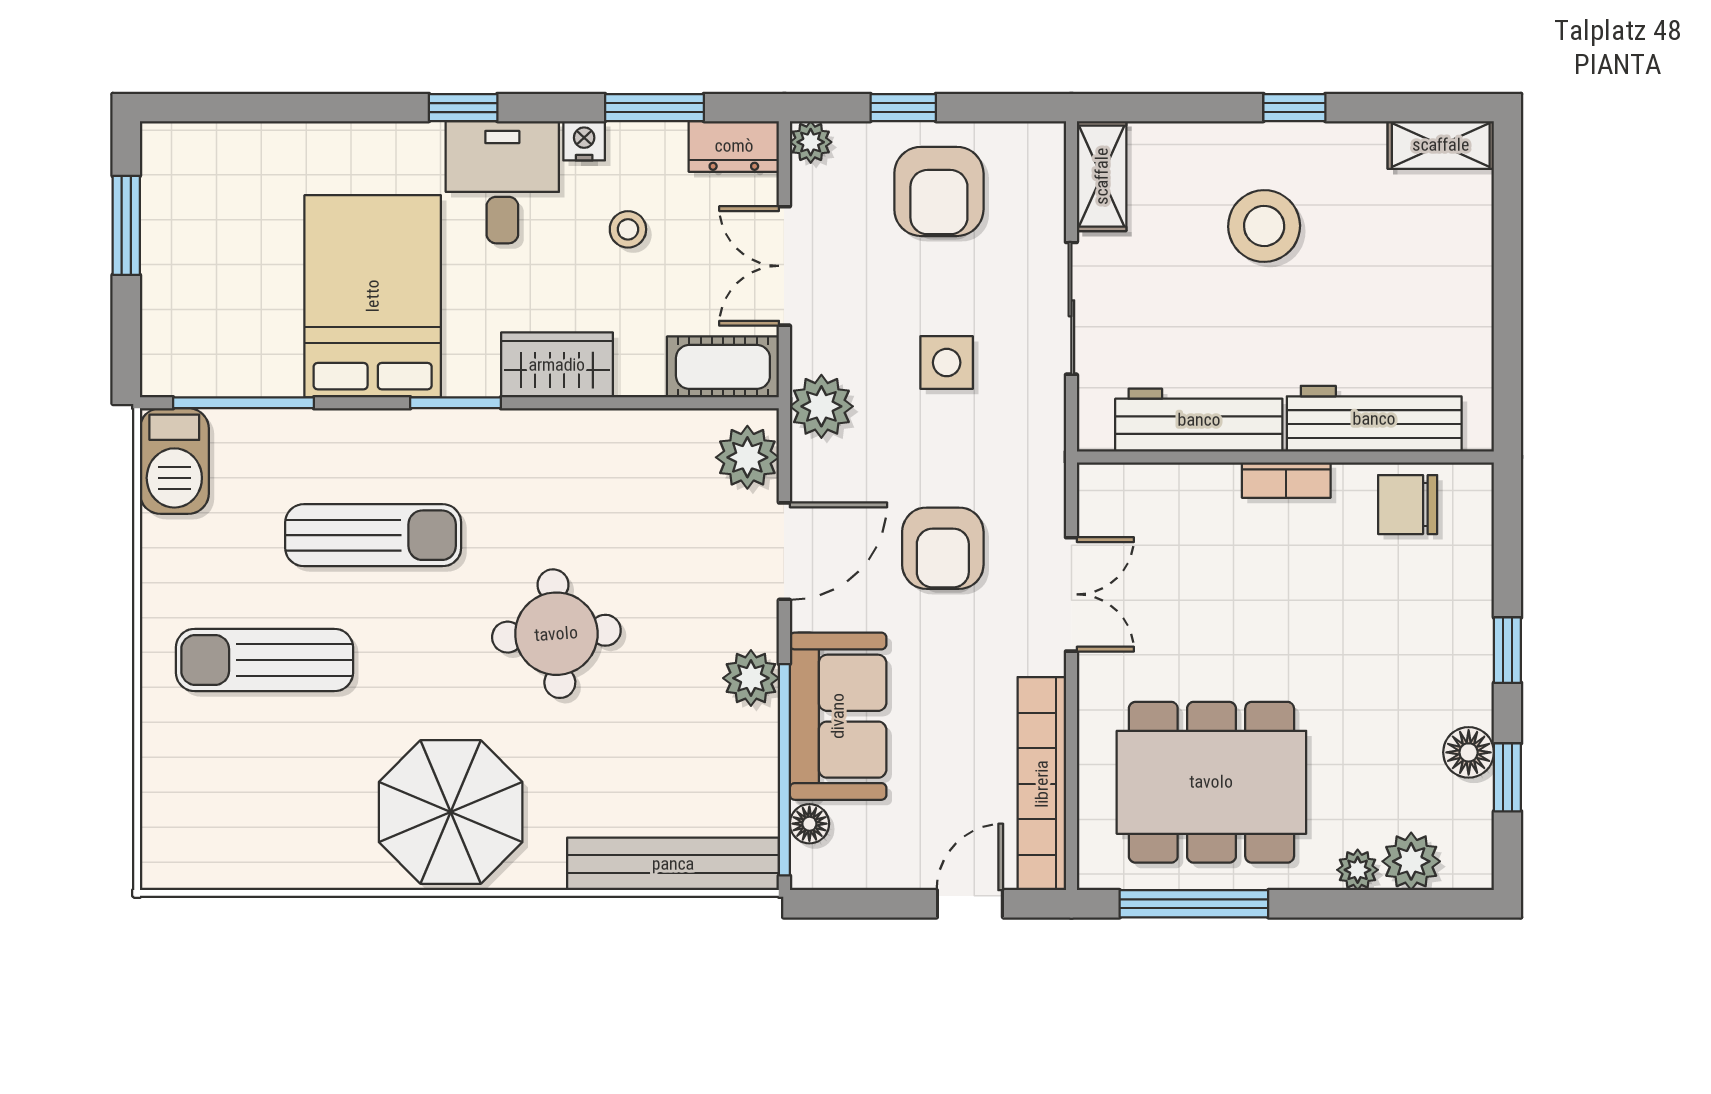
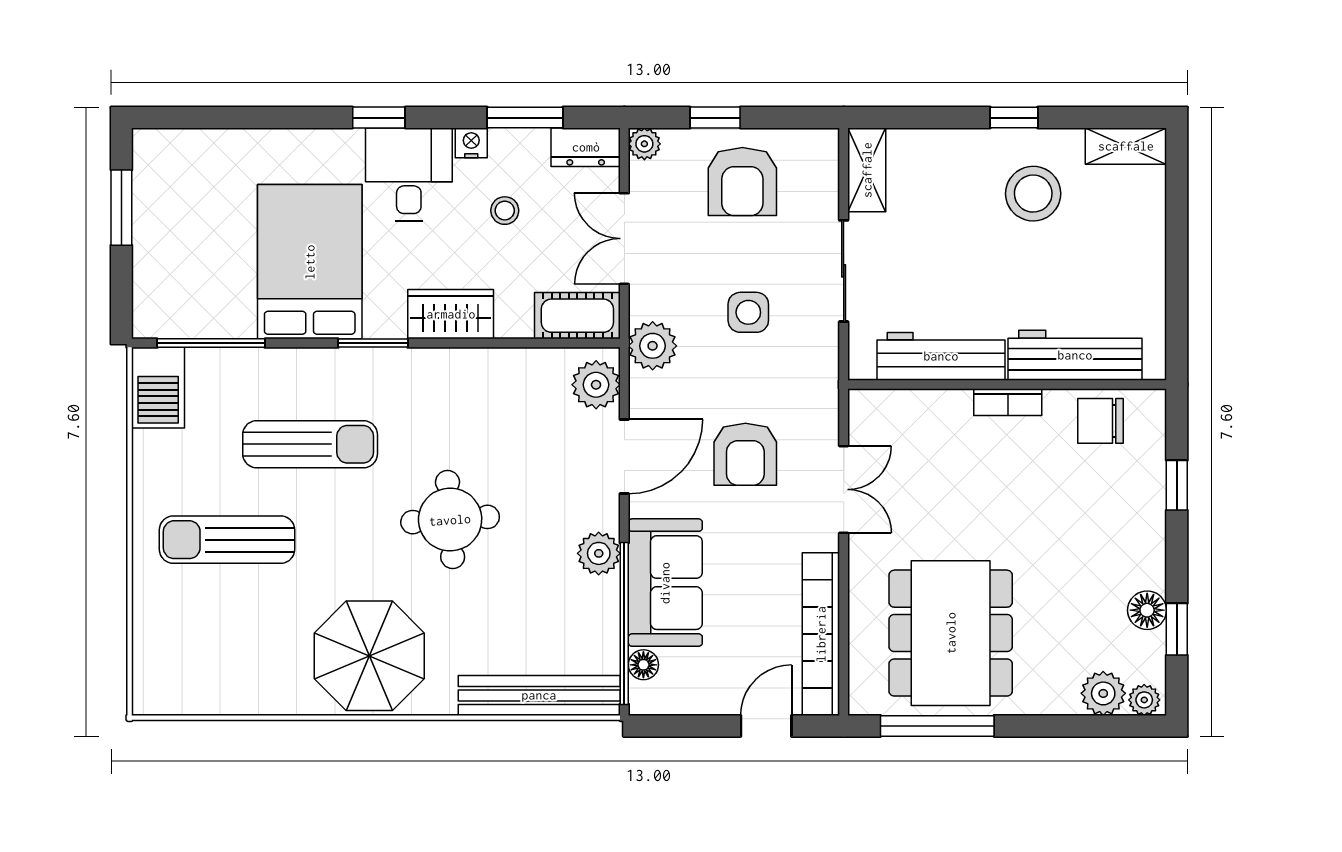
stool: (1264, 226) -> (1033, 194), moved
window: (1507, 650) -> (1177, 485), moved
dining table: (1211, 782) -> (951, 633), turned 90
plant: (1358, 870) -> (1144, 700), moved

